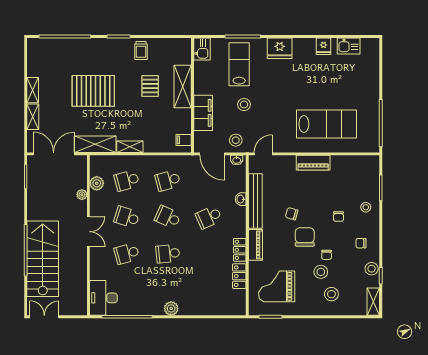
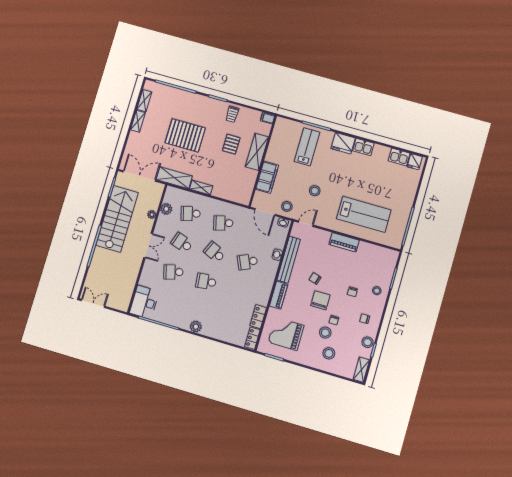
fridge: (323, 46) -> (415, 162), moved
kitchen sink: (202, 49) -> (363, 147), moved, turned 90
stool: (244, 104) -> (315, 191), moved
shelving: (33, 117) -> (144, 101), moved
filing cabinet: (184, 140) -> (268, 118), moved
locker: (240, 250) -> (252, 338), moved
stairs: (43, 259) -> (117, 219), moved

